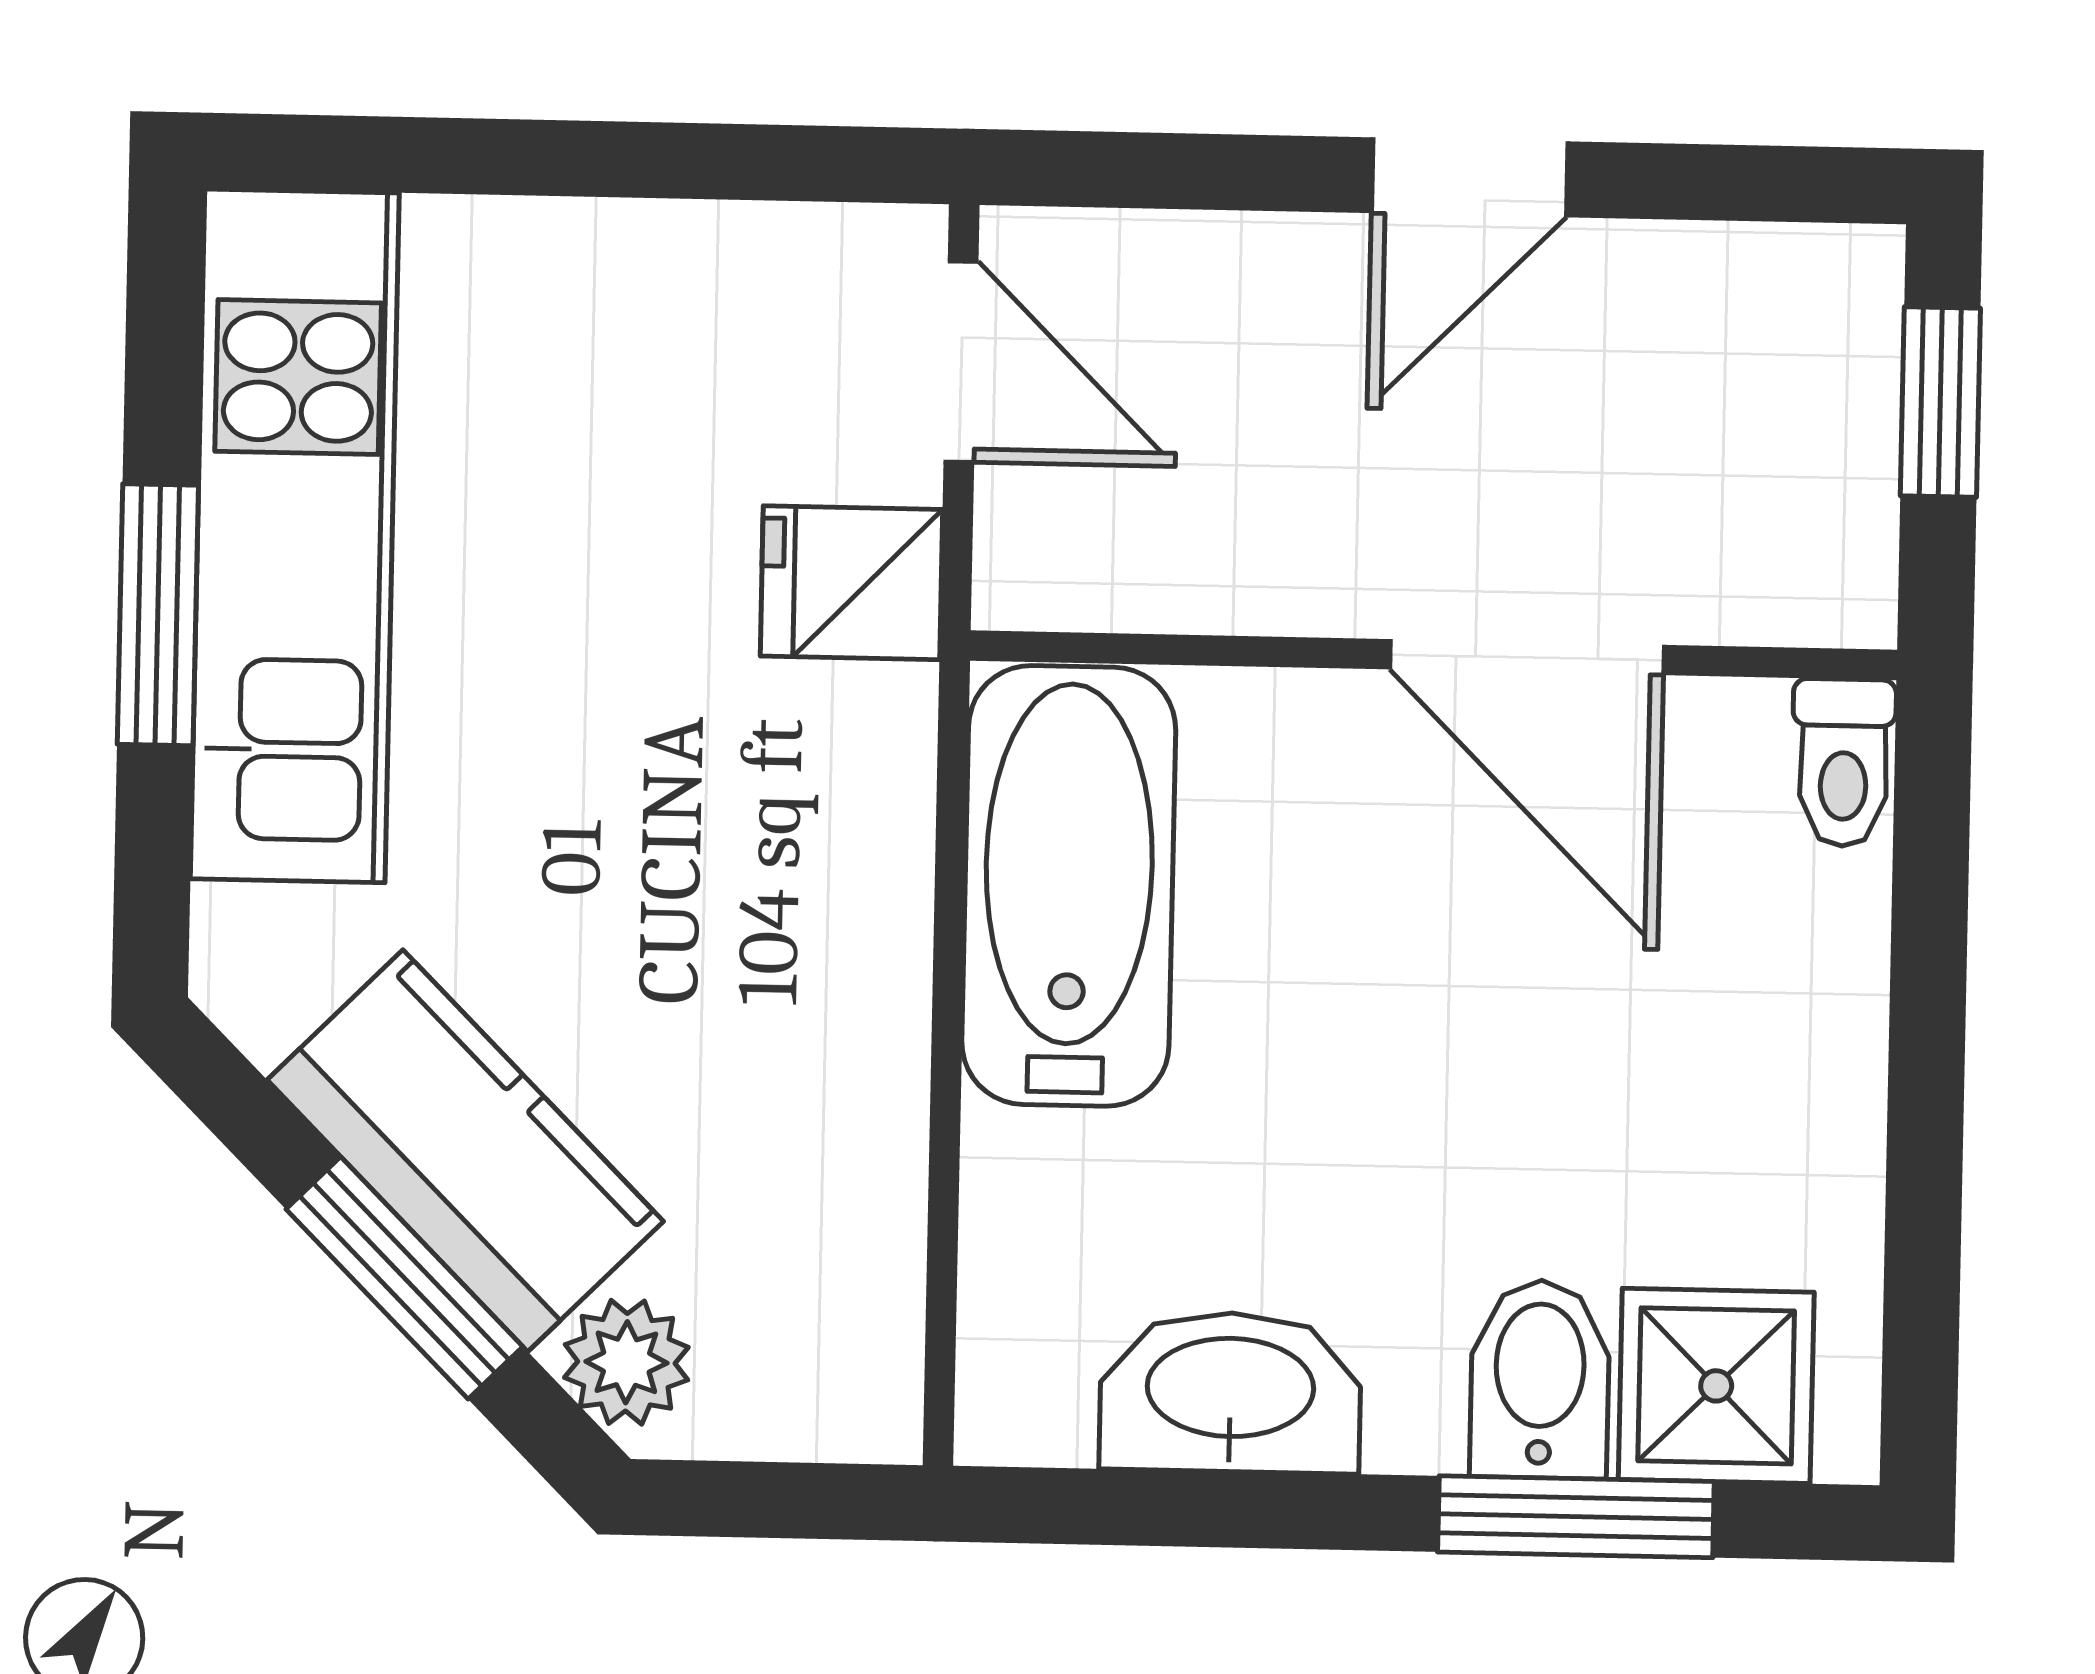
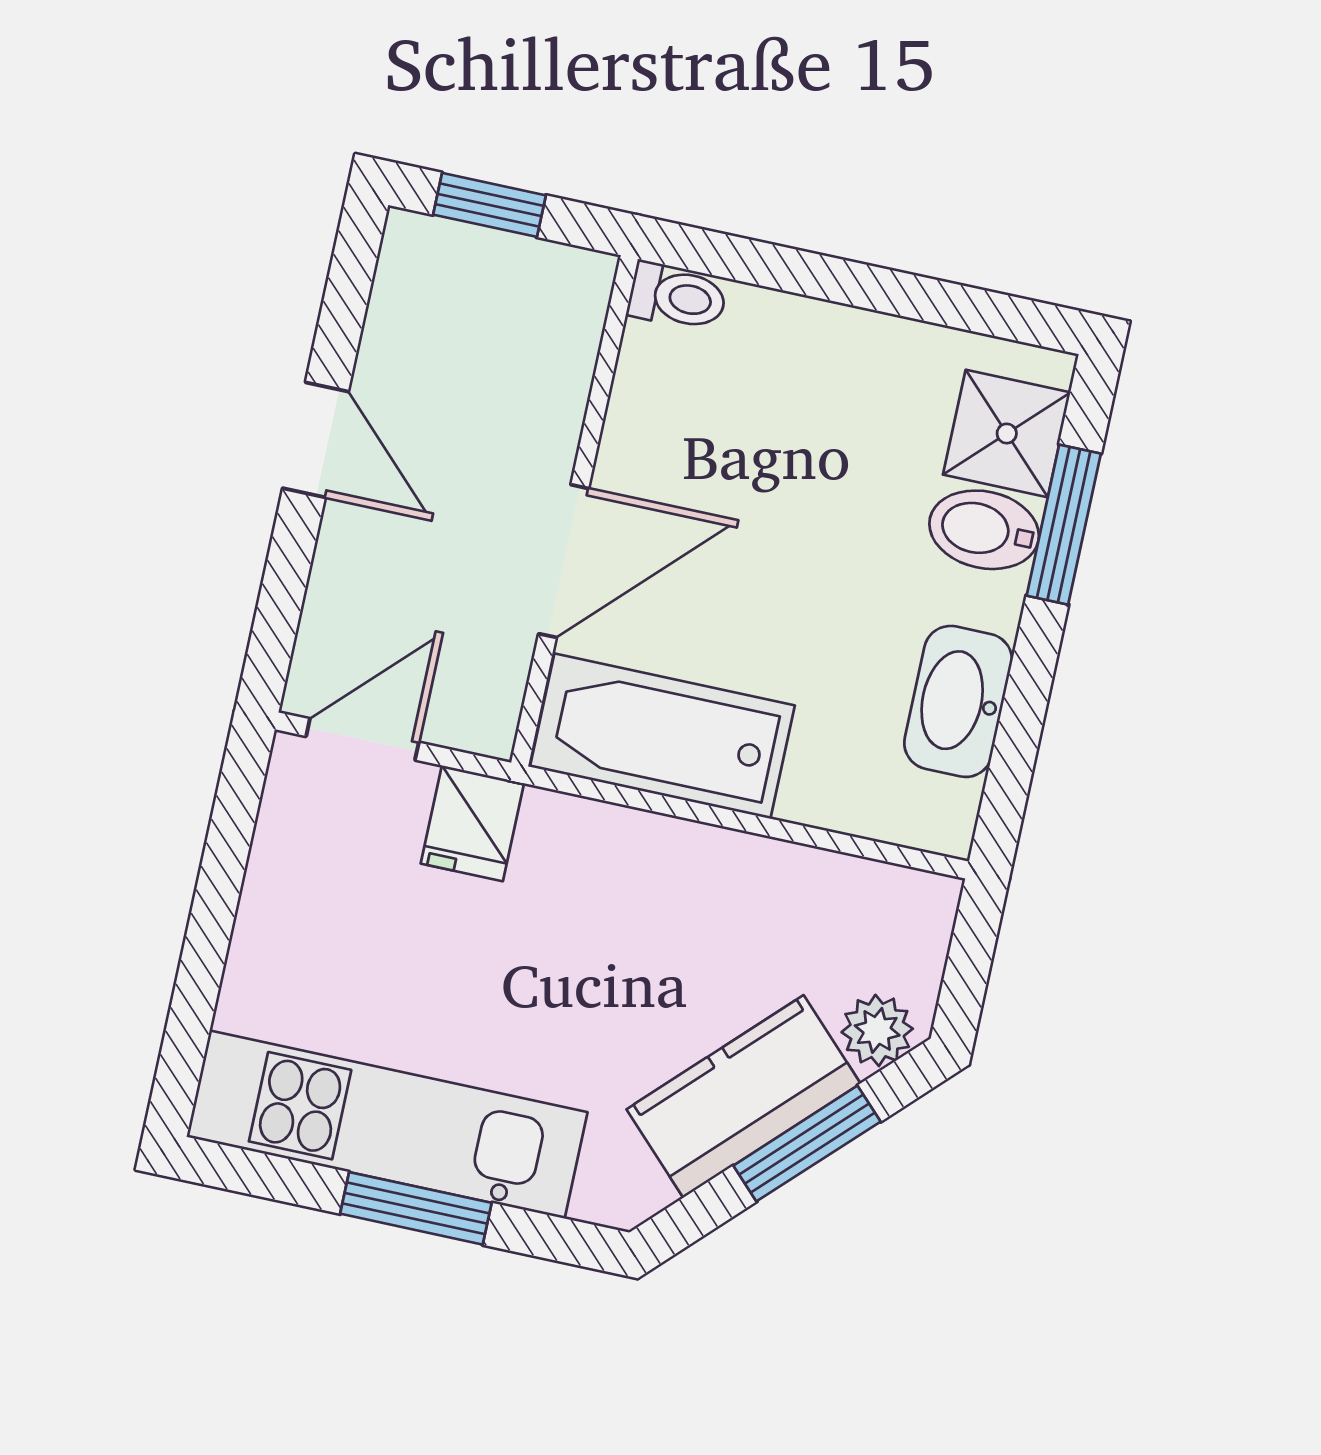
door: (1527, 657) -> (564, 561), moved

